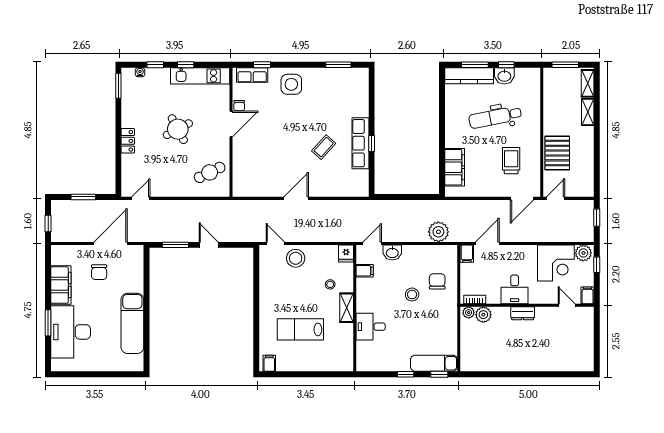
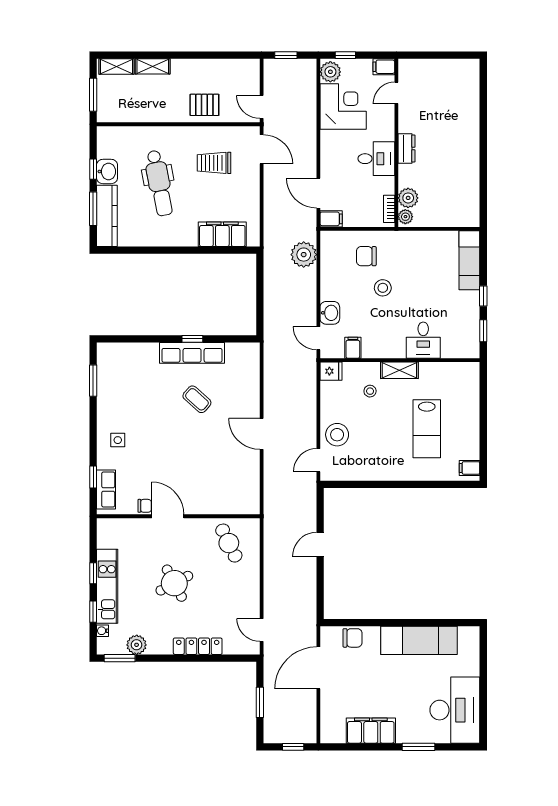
kitchen unit: (200, 76) -> (107, 586), moved
side table: (291, 84) -> (118, 440), width x0.54, depth x0.54
plant: (129, 99) -> (137, 645), added
locker: (128, 141) -> (198, 646), width x1.53
pallet: (557, 153) -> (204, 105), width x0.67, depth x0.71
door: (111, 243) -> (318, 668), hinge flipped
window: (175, 245) -> (320, 586), removed
chair: (99, 272) -> (352, 638), moved
desk: (71, 332) -> (455, 710), moved, turned -90
window: (439, 374) -> (483, 331), moved

